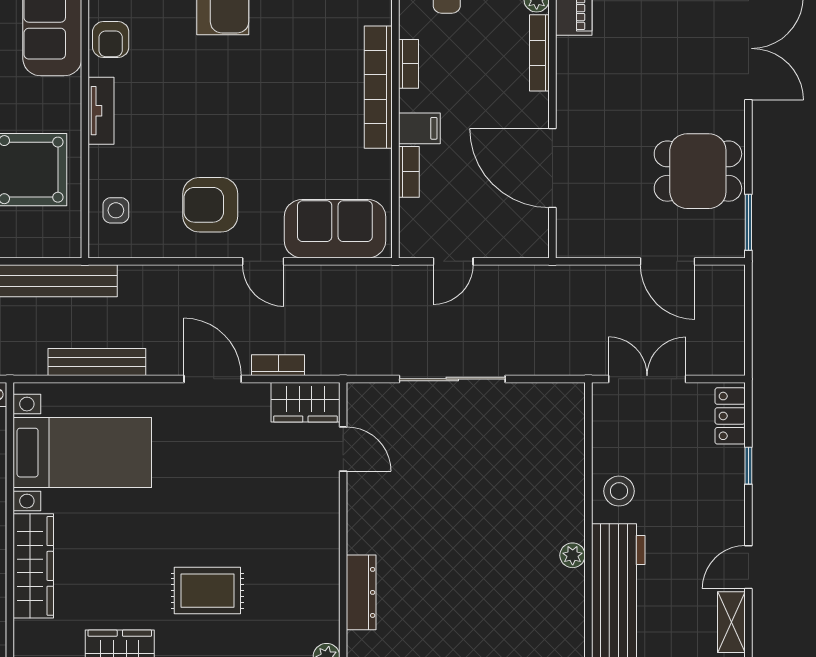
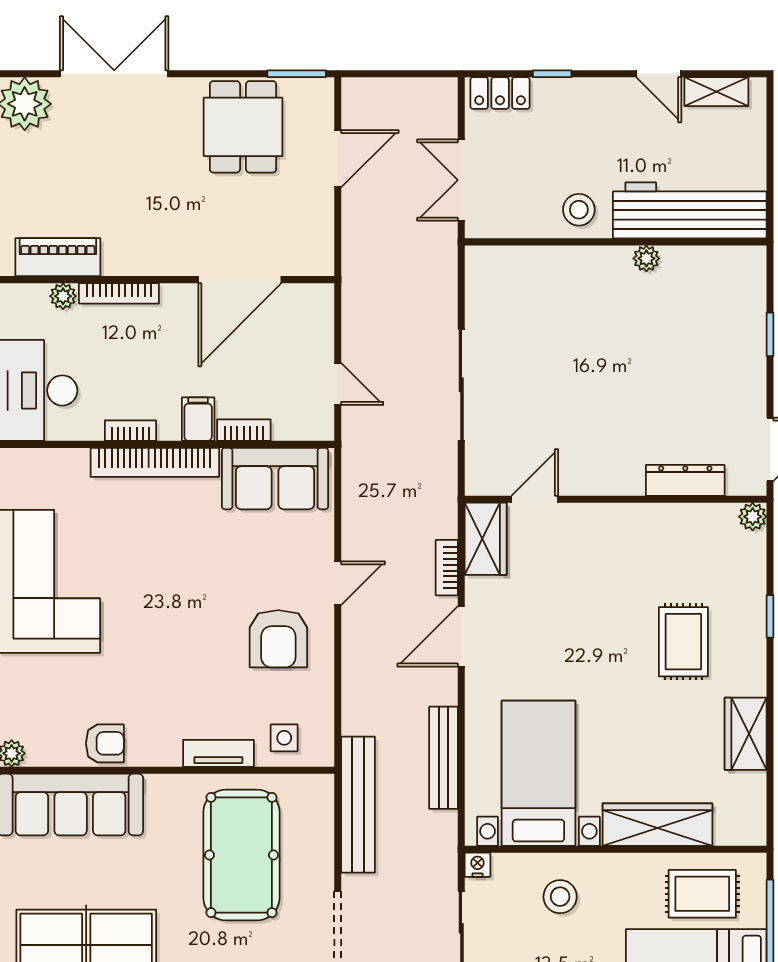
tv unit: (101, 111) -> (218, 753), moved
sofa: (335, 229) -> (275, 479), moved, turned -90

